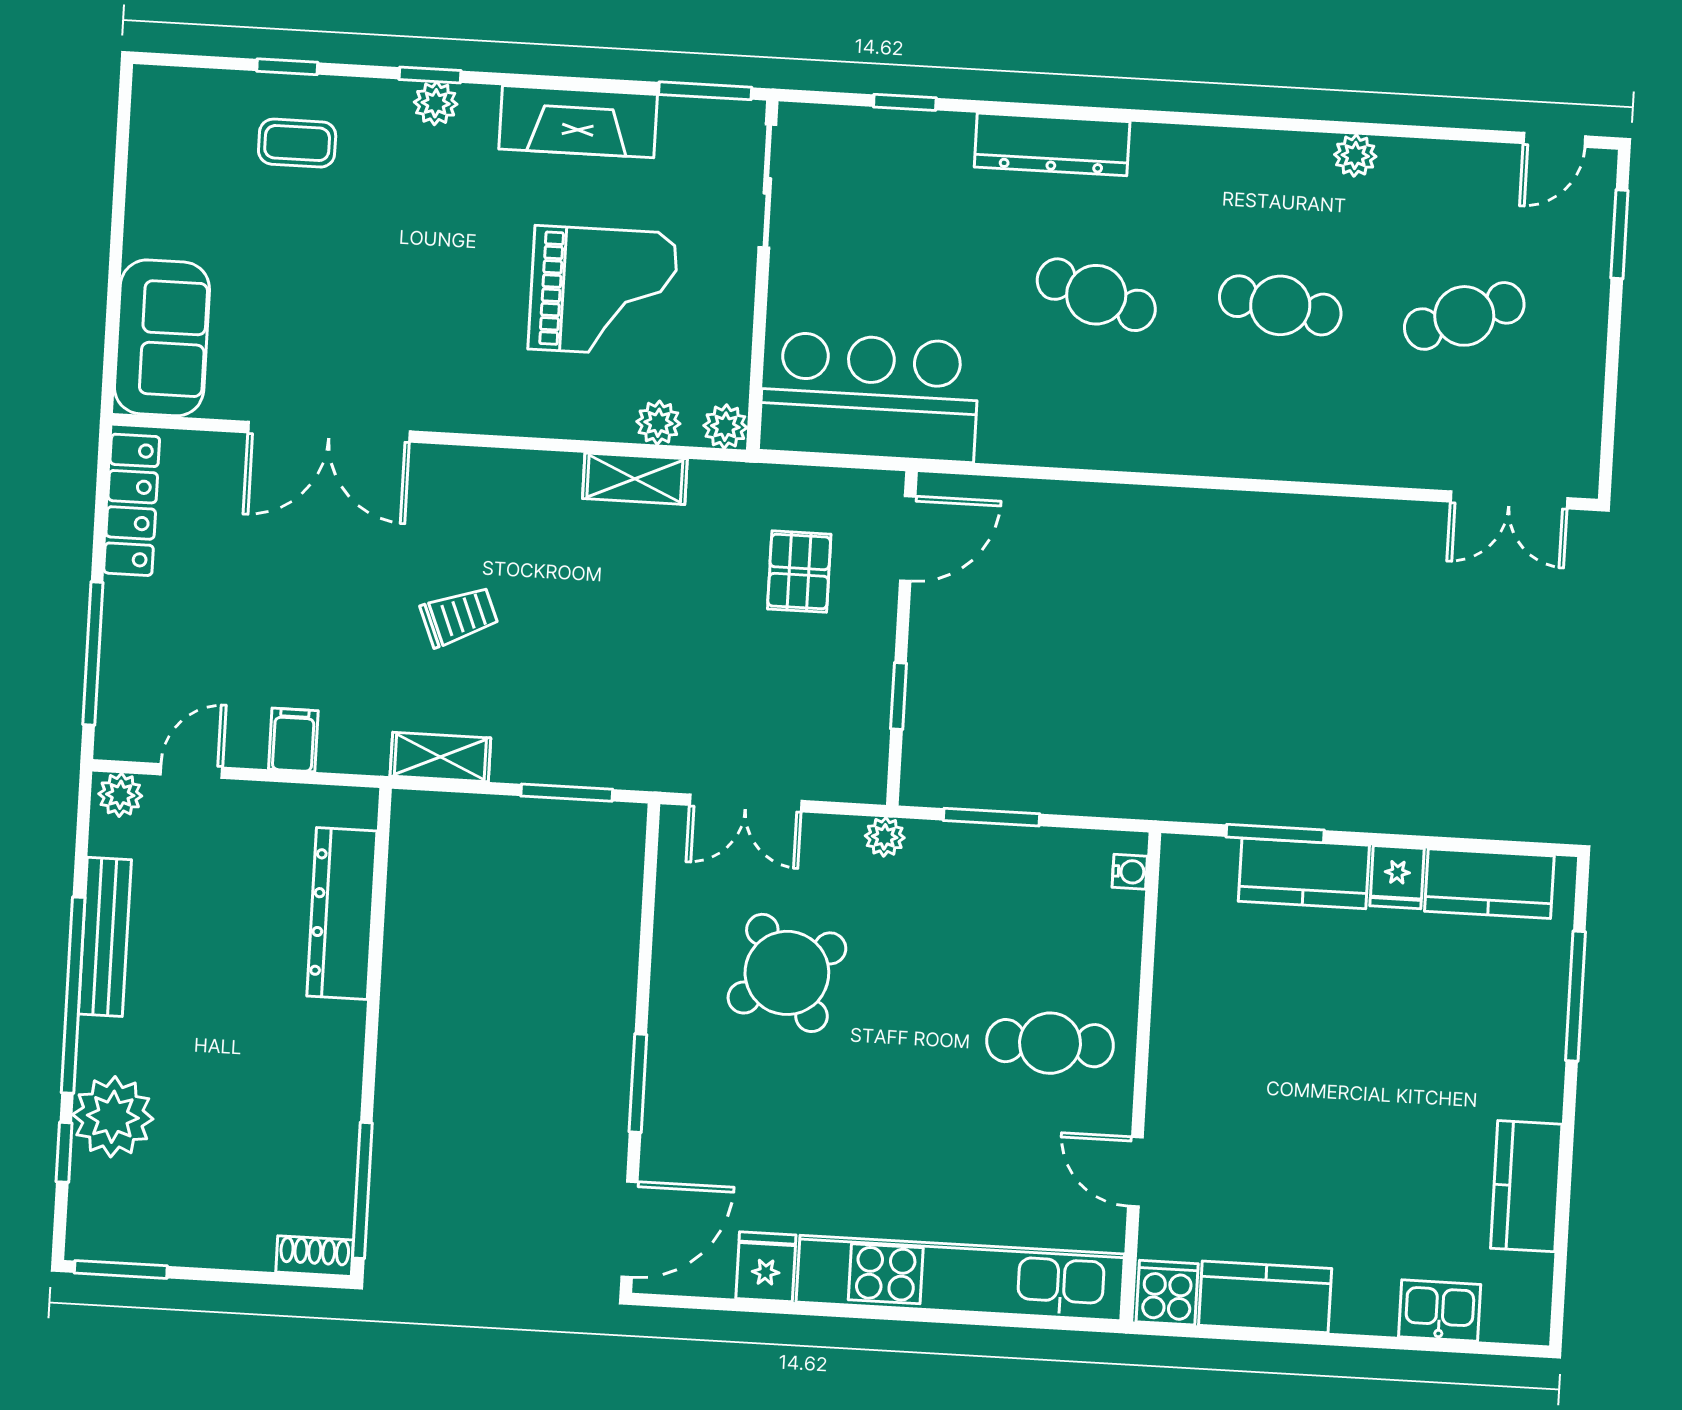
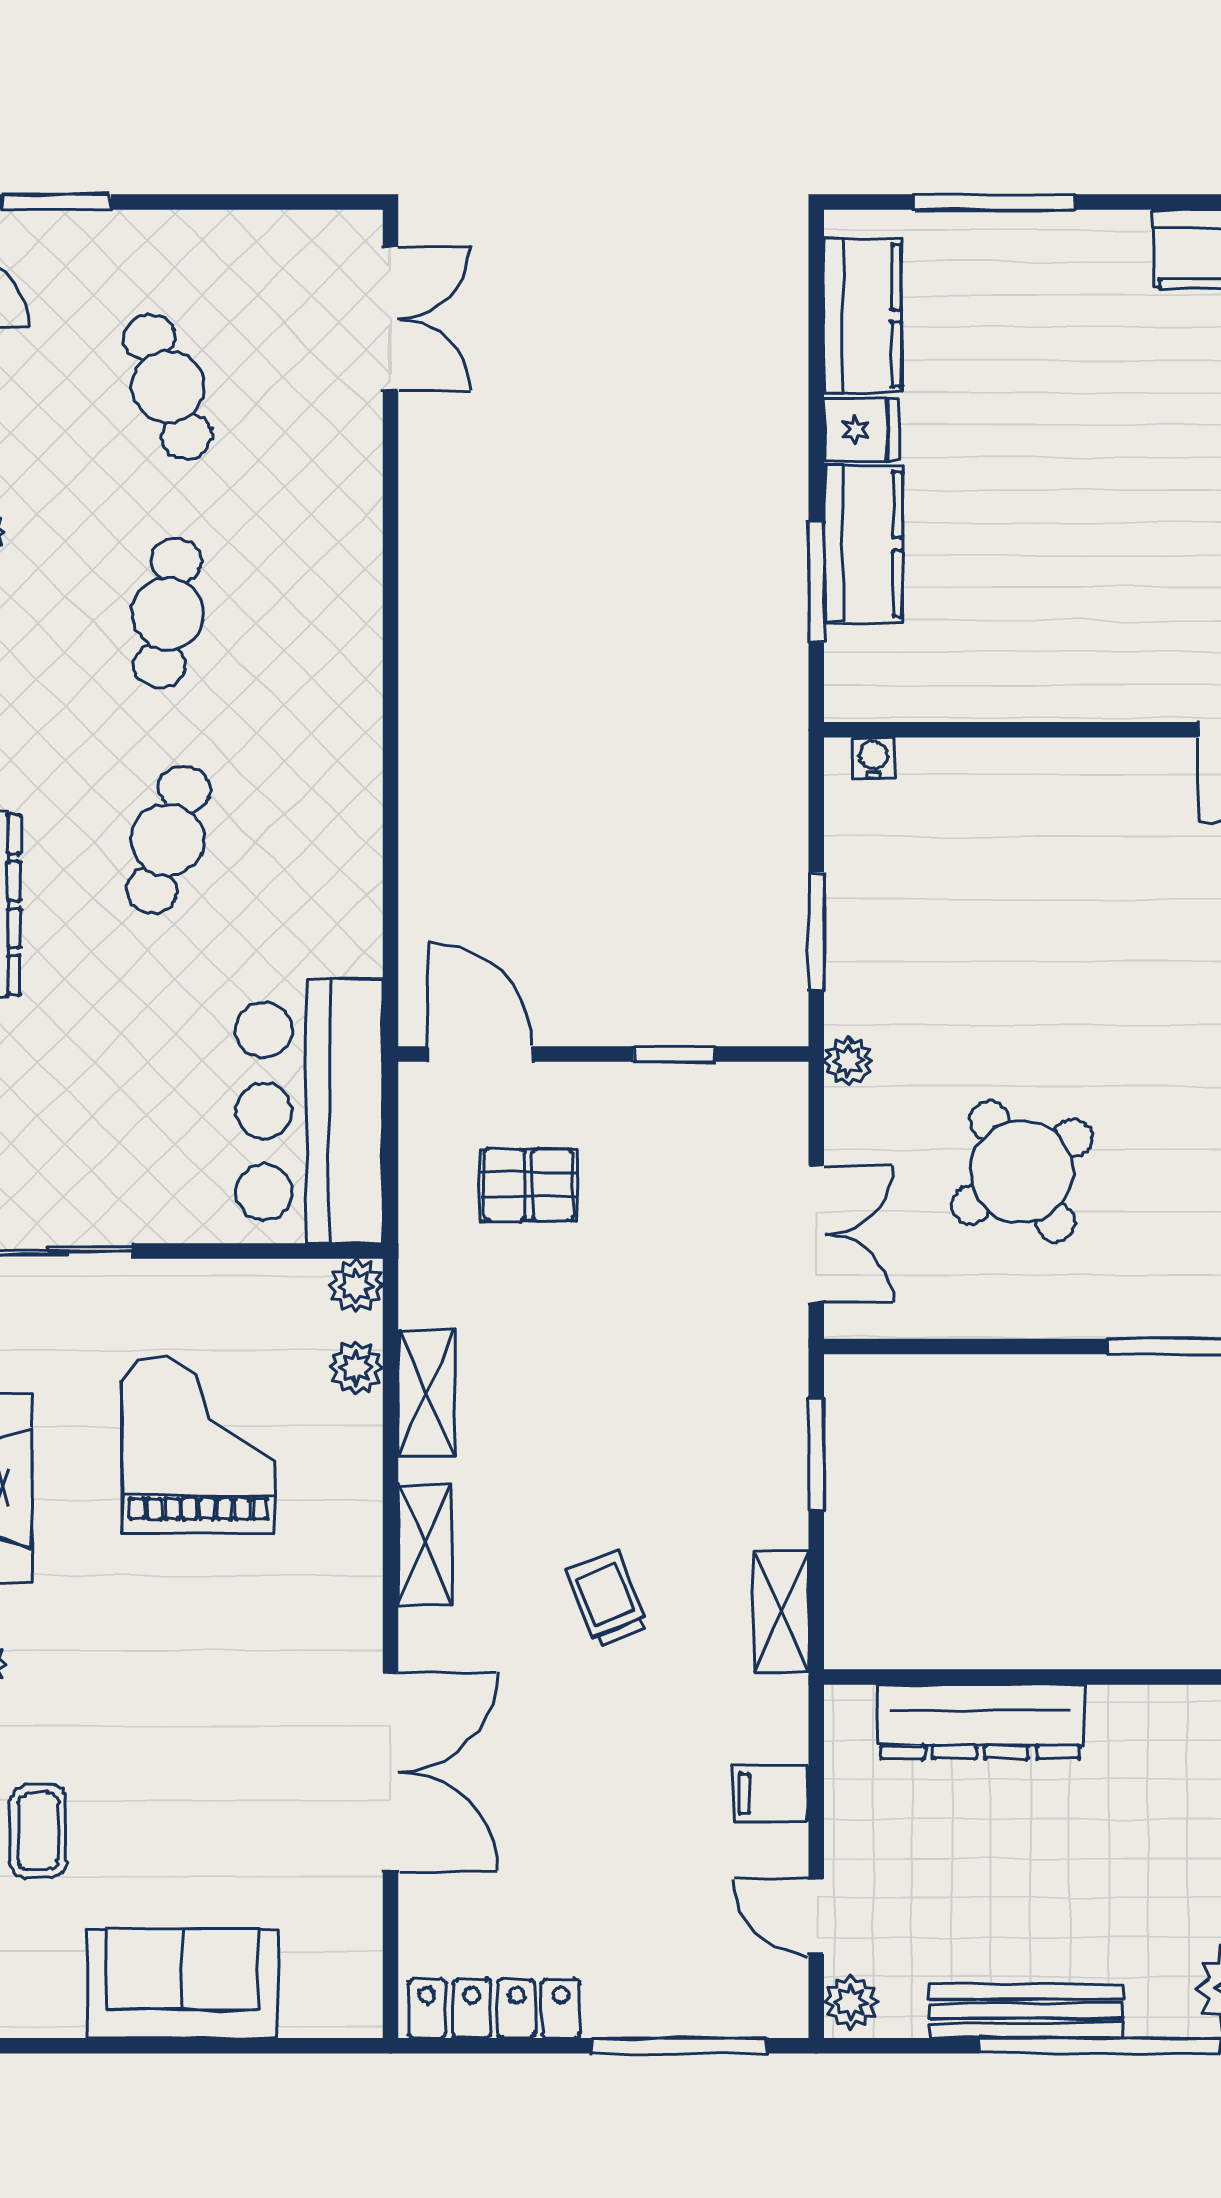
sofa: (162, 338) -> (182, 1983), moved
shelving: (512, 471) -> (425, 1545), added
cafe table: (1050, 1043) -> (1090, 844), removed

